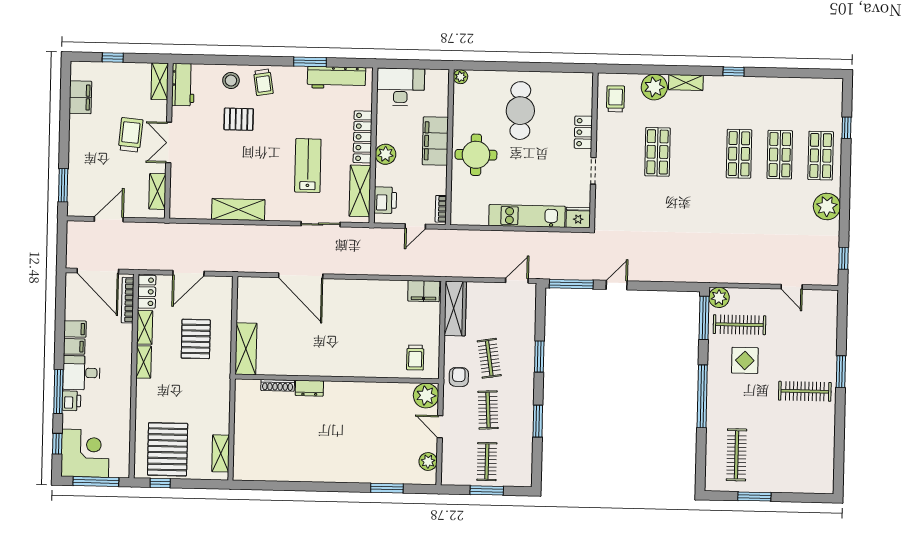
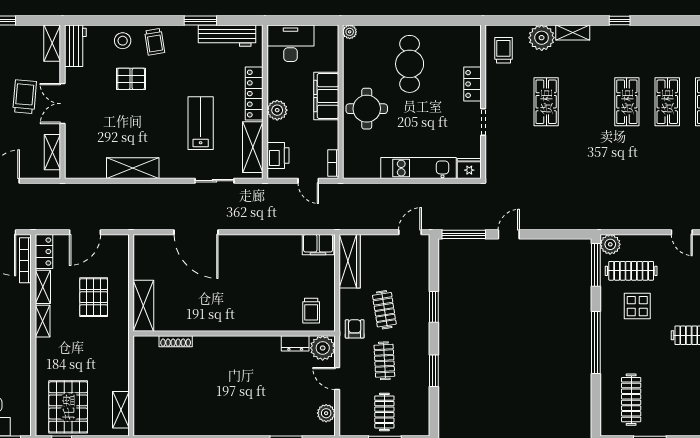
door: (415, 226) -> (308, 181), hinge flipped
dresser: (309, 388) -> (295, 343), moved

